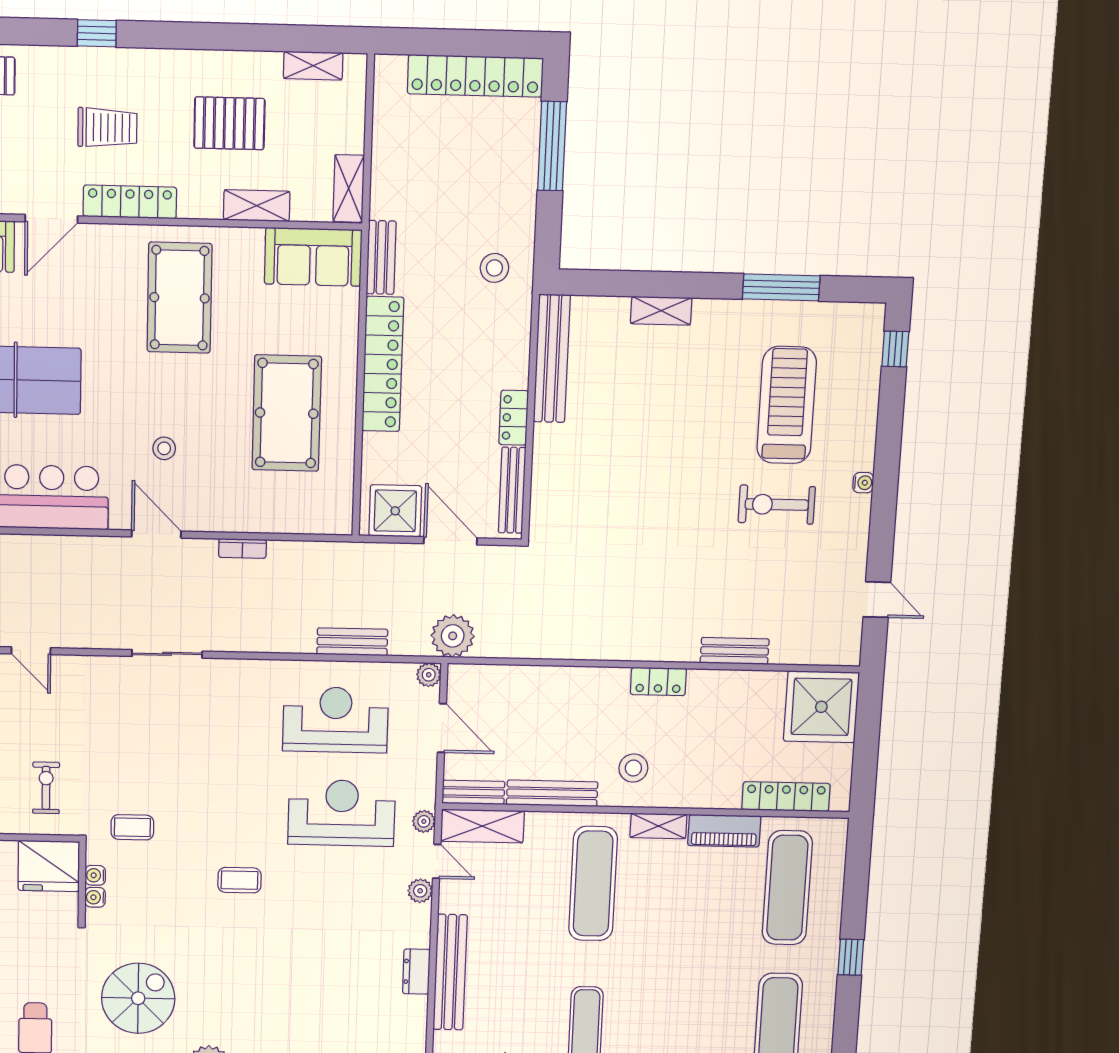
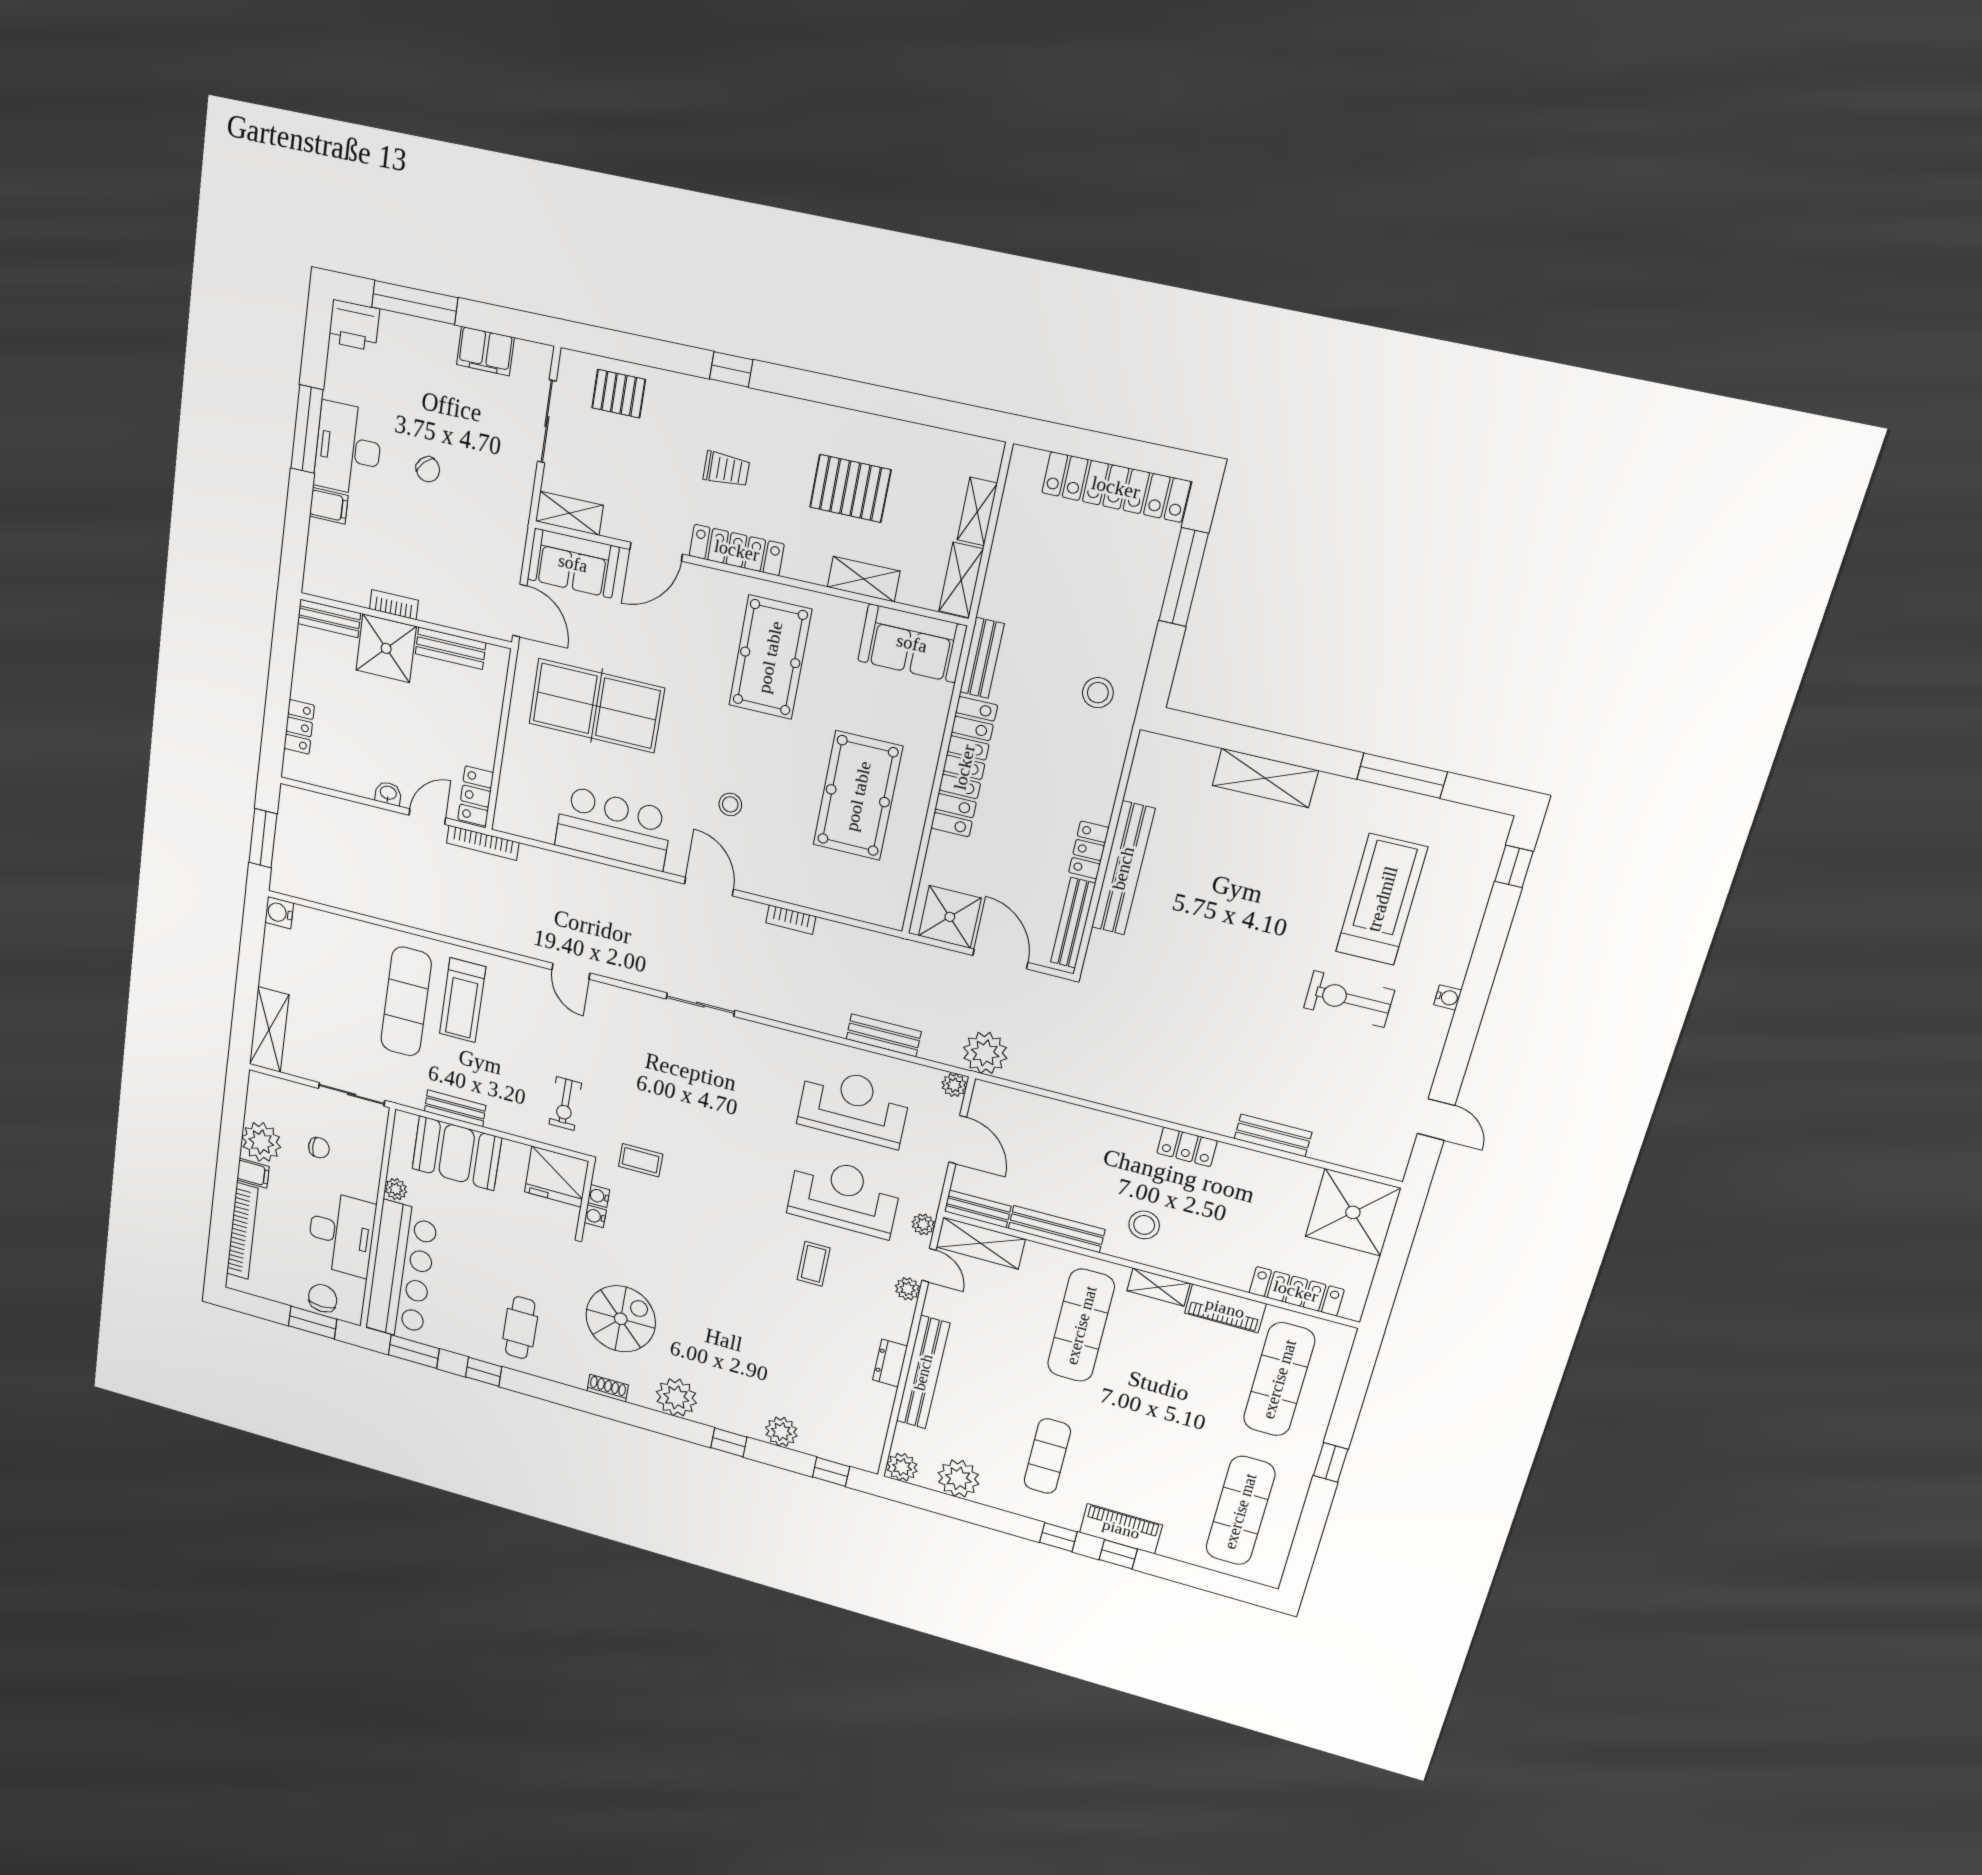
shelving: (313, 66) -> (977, 512), moved, turned 90
trolley: (107, 128) -> (726, 469), width x0.73, depth x0.72
shelving: (661, 311) -> (1265, 778), width x1.50, depth x1.33
bench: (552, 359) -> (1123, 868), moved
exercise bike: (46, 788) -> (565, 1104), turned 180
coffee table: (240, 880) -> (814, 1264), moved, turned 90

